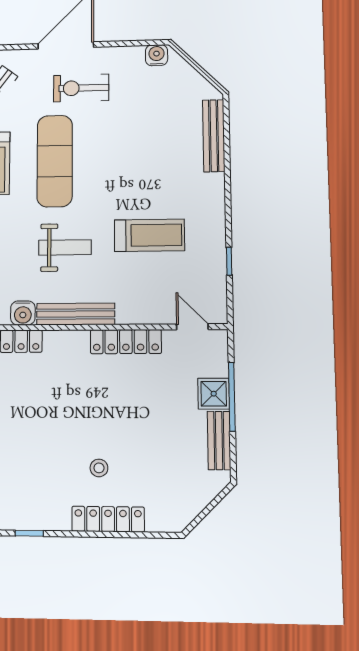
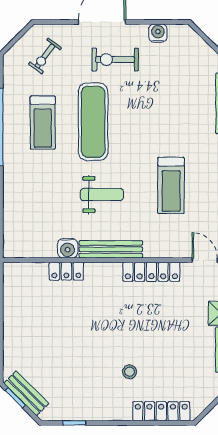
water cooler: (157, 55) -> (158, 33), moved
treadmill: (149, 235) -> (171, 185), turned 90
locker: (108, 519) -> (161, 411), moved

